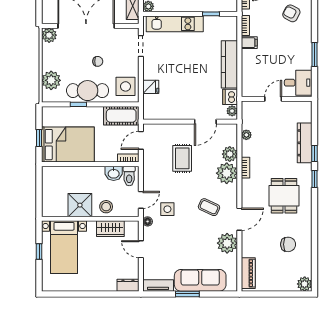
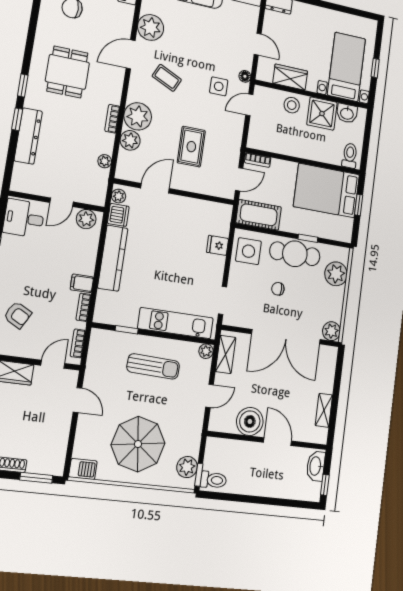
plant: (253, 90) -> (86, 219), added
washbasin: (114, 173) -> (347, 113), moved, turned 180
toilet: (129, 176) -> (350, 156), moved

